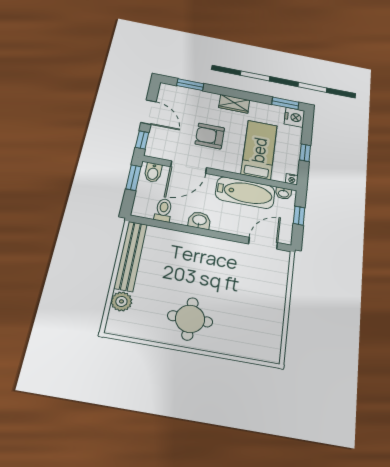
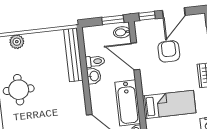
armchair: (210, 136) -> (169, 51), moved
toilet: (163, 210) -> (95, 61), moved
bench: (131, 256) -> (73, 55), moved, turned 90

